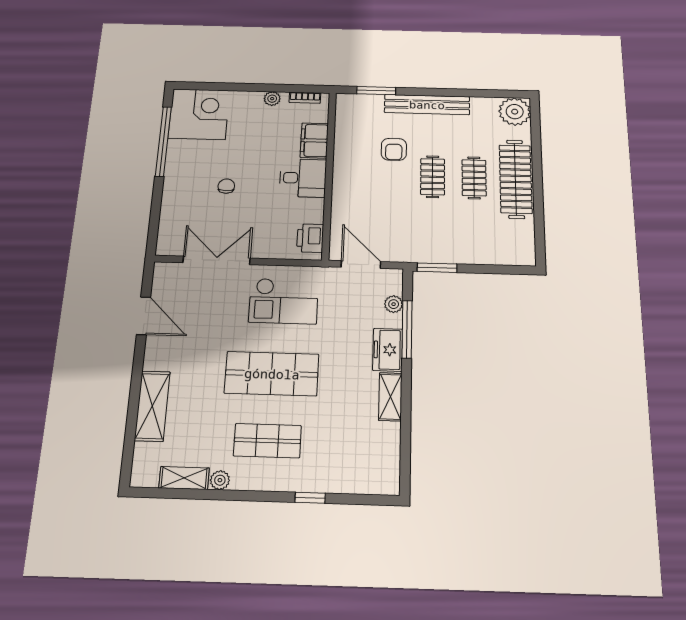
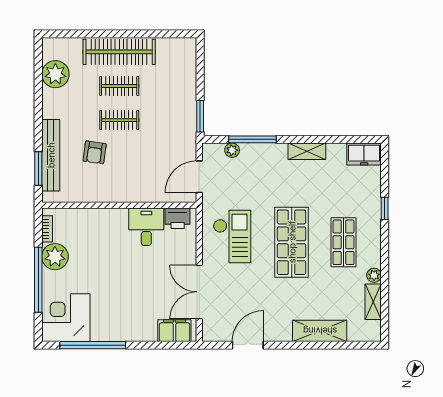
window: (246, 87) -> (38, 280), added
plant: (272, 99) -> (55, 257), width x1.87, depth x1.87
bench: (427, 105) -> (51, 155), moved
plant: (515, 112) -> (55, 74), moved
filing cabinet: (314, 140) -> (174, 331), moved, turned 180
armchair: (394, 149) -> (95, 152), turned 98
desk: (303, 178) -> (146, 227), moved
chair: (226, 186) -> (133, 289), removed
freezer: (388, 350) -> (364, 154), moved

